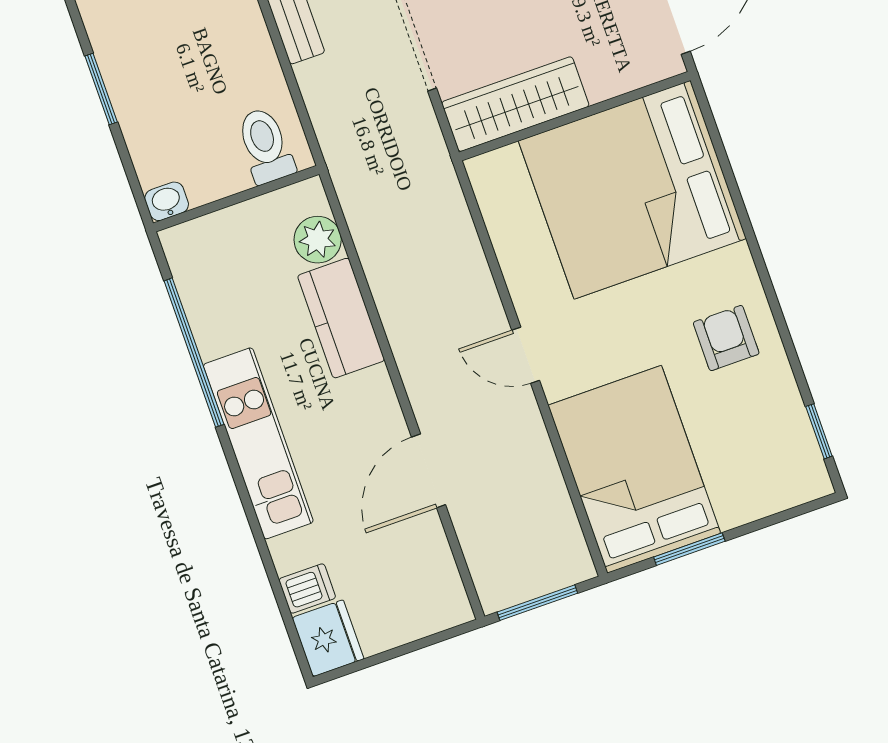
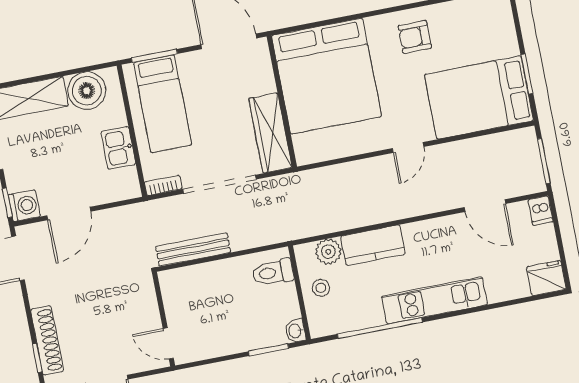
window: (101, 89) -> (268, 350), moved
stool: (251, 236) -> (321, 288), added
door: (429, 471) -> (485, 206), moved
dishwasher: (307, 588) -> (541, 211), moved, turned 180

